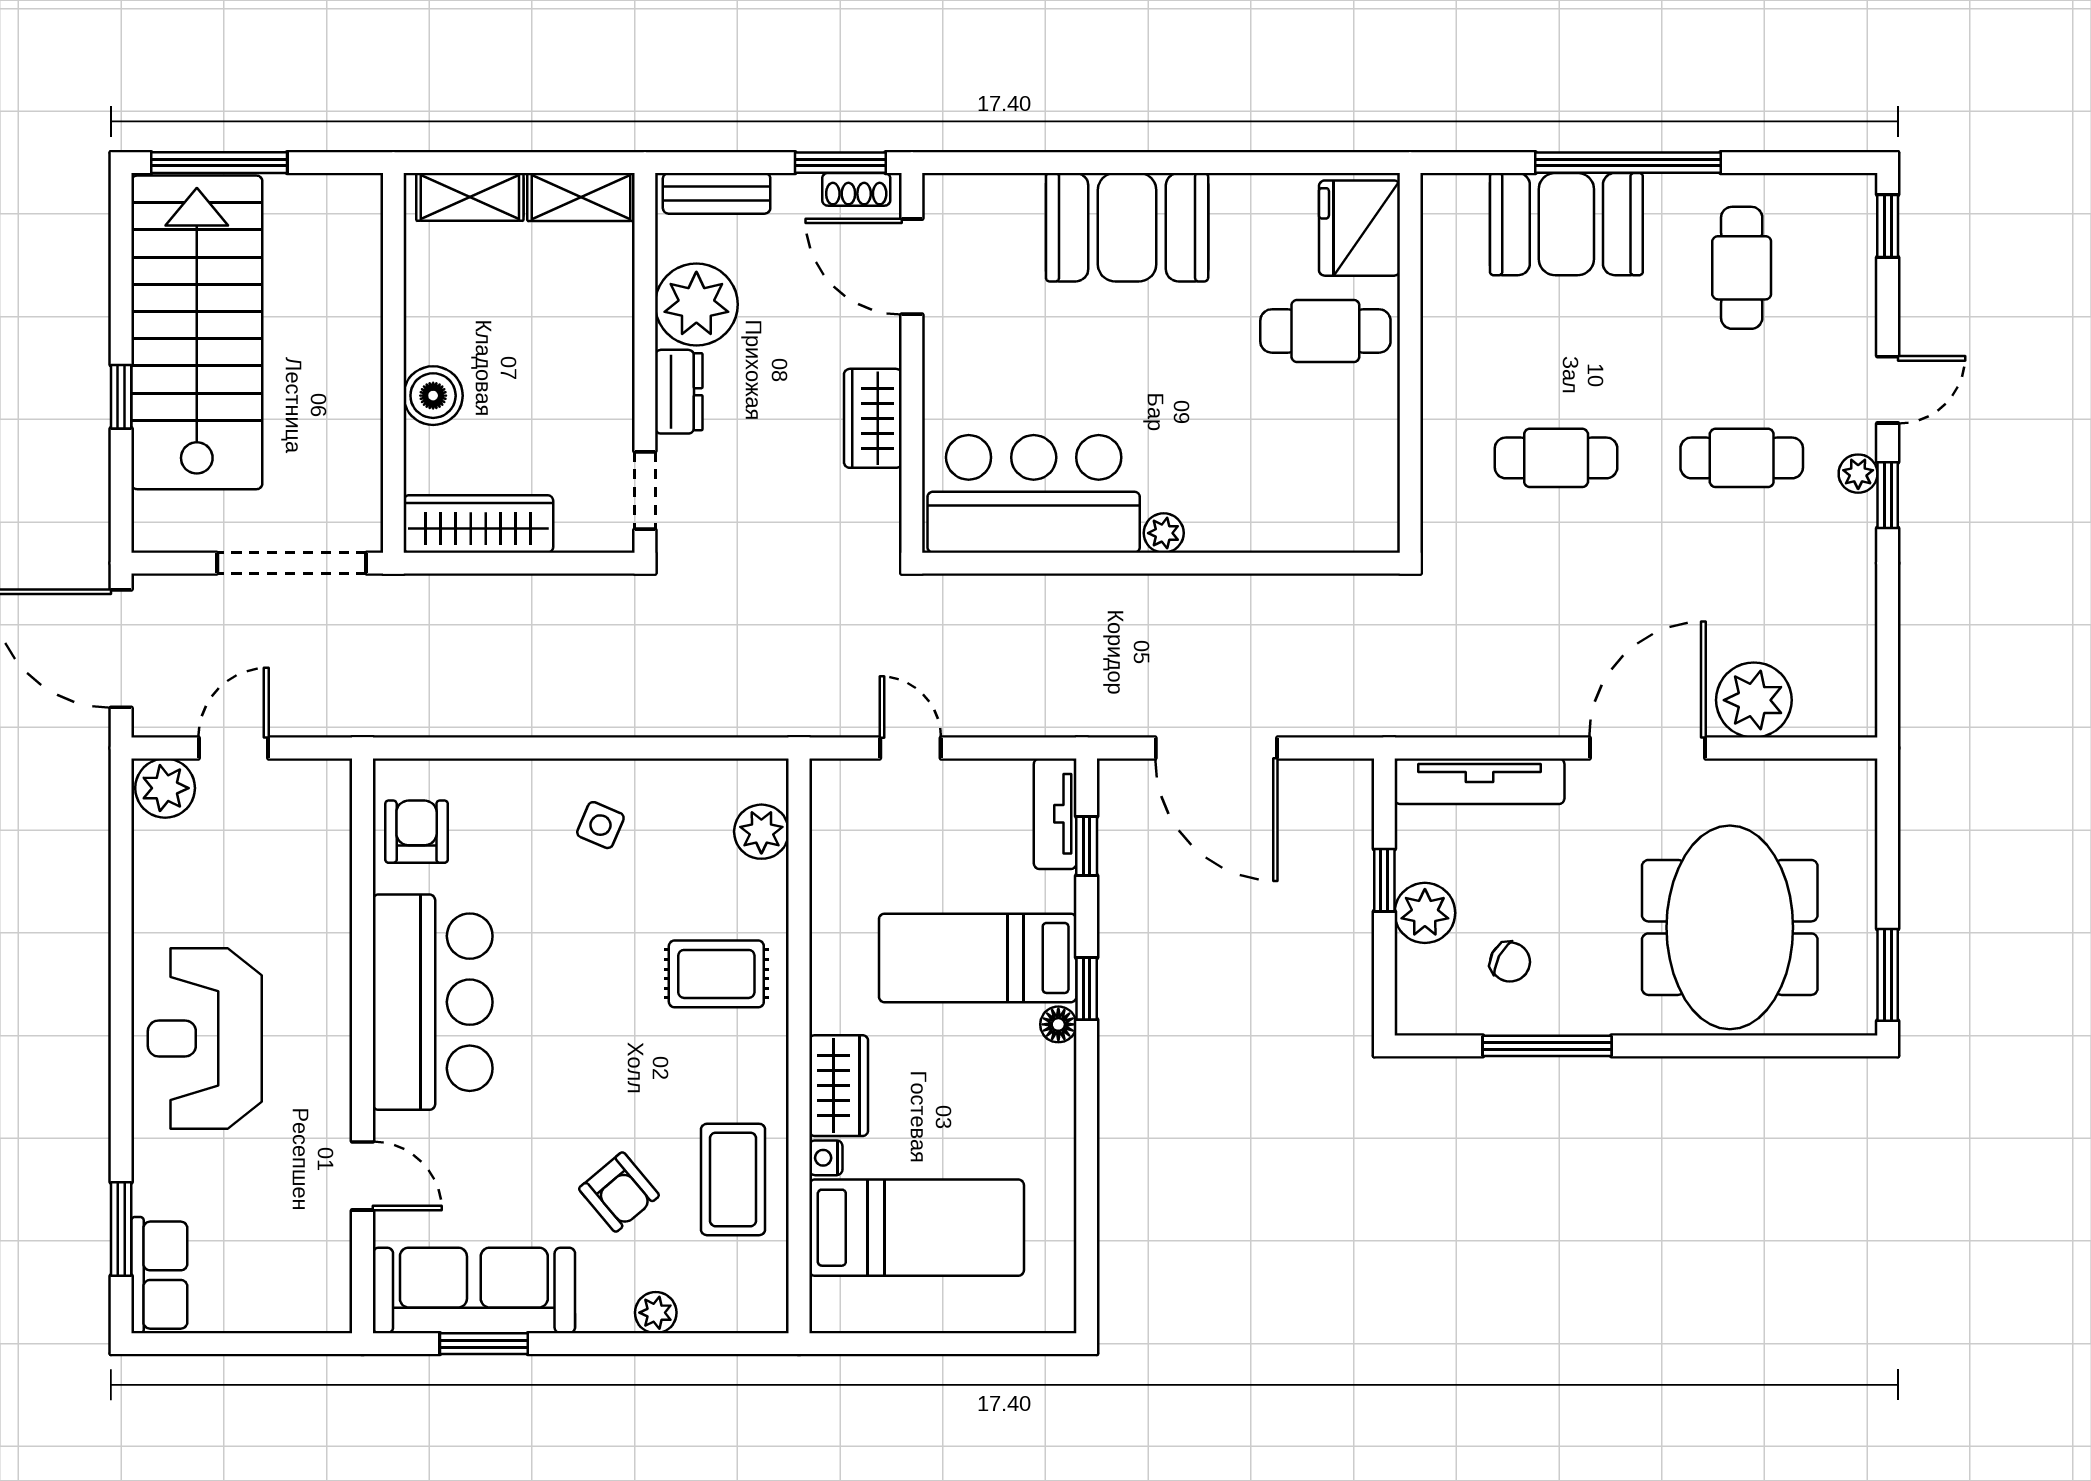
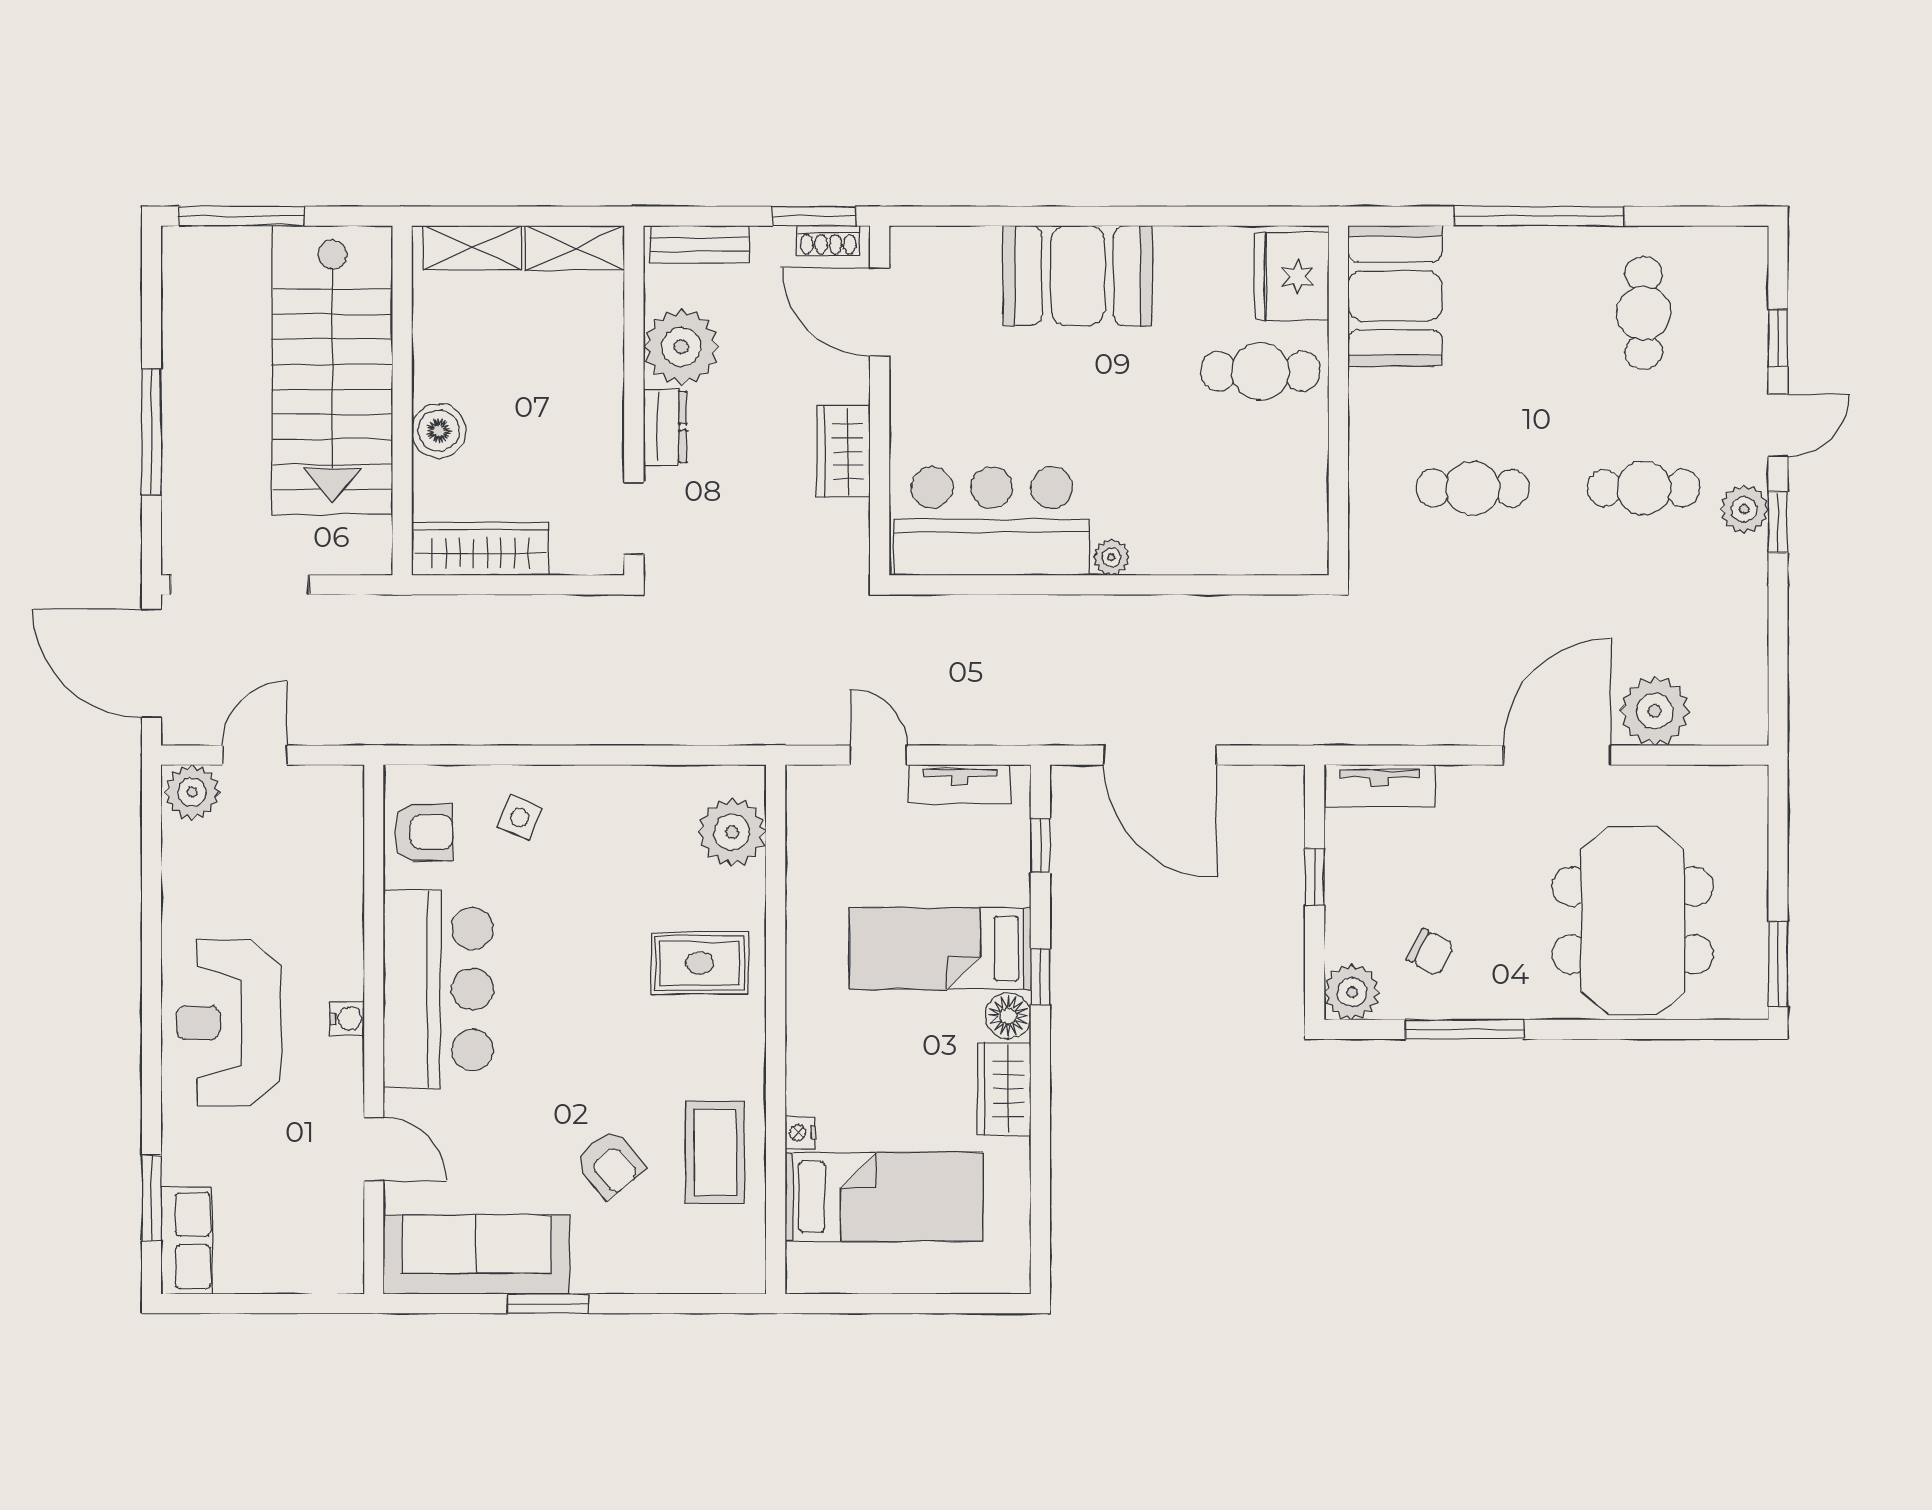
booth: (1566, 224) -> (1395, 296), moved, turned 90
window: (1888, 226) -> (1778, 338), moved
stairs: (197, 332) -> (332, 370), moved, turned 180
window: (121, 397) -> (152, 432), width x2.17
plant: (1858, 474) -> (1744, 509), width x1.38, depth x1.38
doorway: (292, 563) -> (240, 585), moved
tv unit: (1479, 781) -> (1380, 786), width x0.71
tv unit: (1055, 814) -> (960, 784), moved, turned -90
side table: (600, 825) -> (520, 818), moved
armchair: (417, 832) -> (424, 832), turned 90
plant: (761, 832) -> (732, 832), width x1.36, depth x1.36
plant: (1425, 913) -> (1352, 992), moved
floor lamp: (1058, 1024) -> (1008, 1016), width x1.37, depth x1.37
water cooler: (334, 1034) -> (347, 1019), added
wardrobe: (839, 1086) -> (1004, 1089), moved, turned 180
plant: (656, 1313) -> (644, 1275), removed
window: (484, 1344) -> (548, 1304), moved

